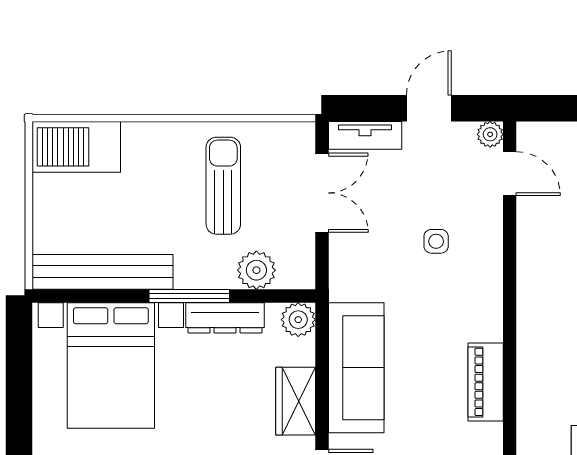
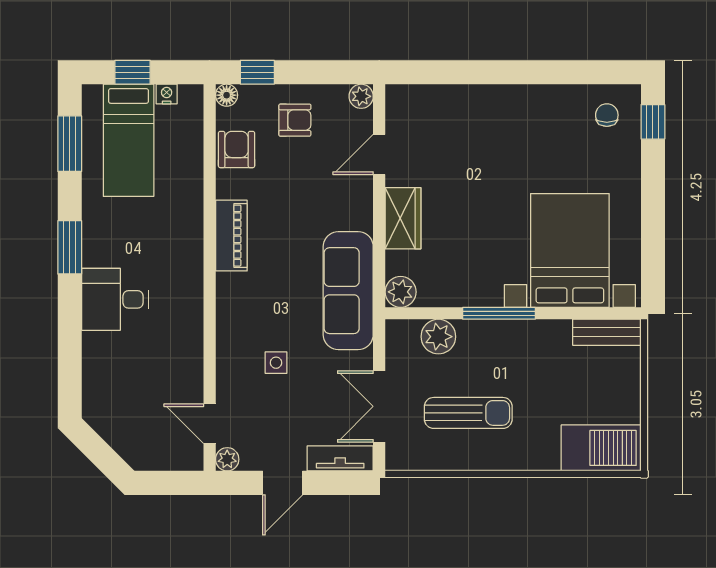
sun lounger: (223, 186) -> (468, 413), turned -90
bench: (103, 272) -> (607, 332), width x0.54, depth x0.82
dresser: (225, 318) -> (467, 294), removed
sofa: (356, 368) -> (348, 291), moved

